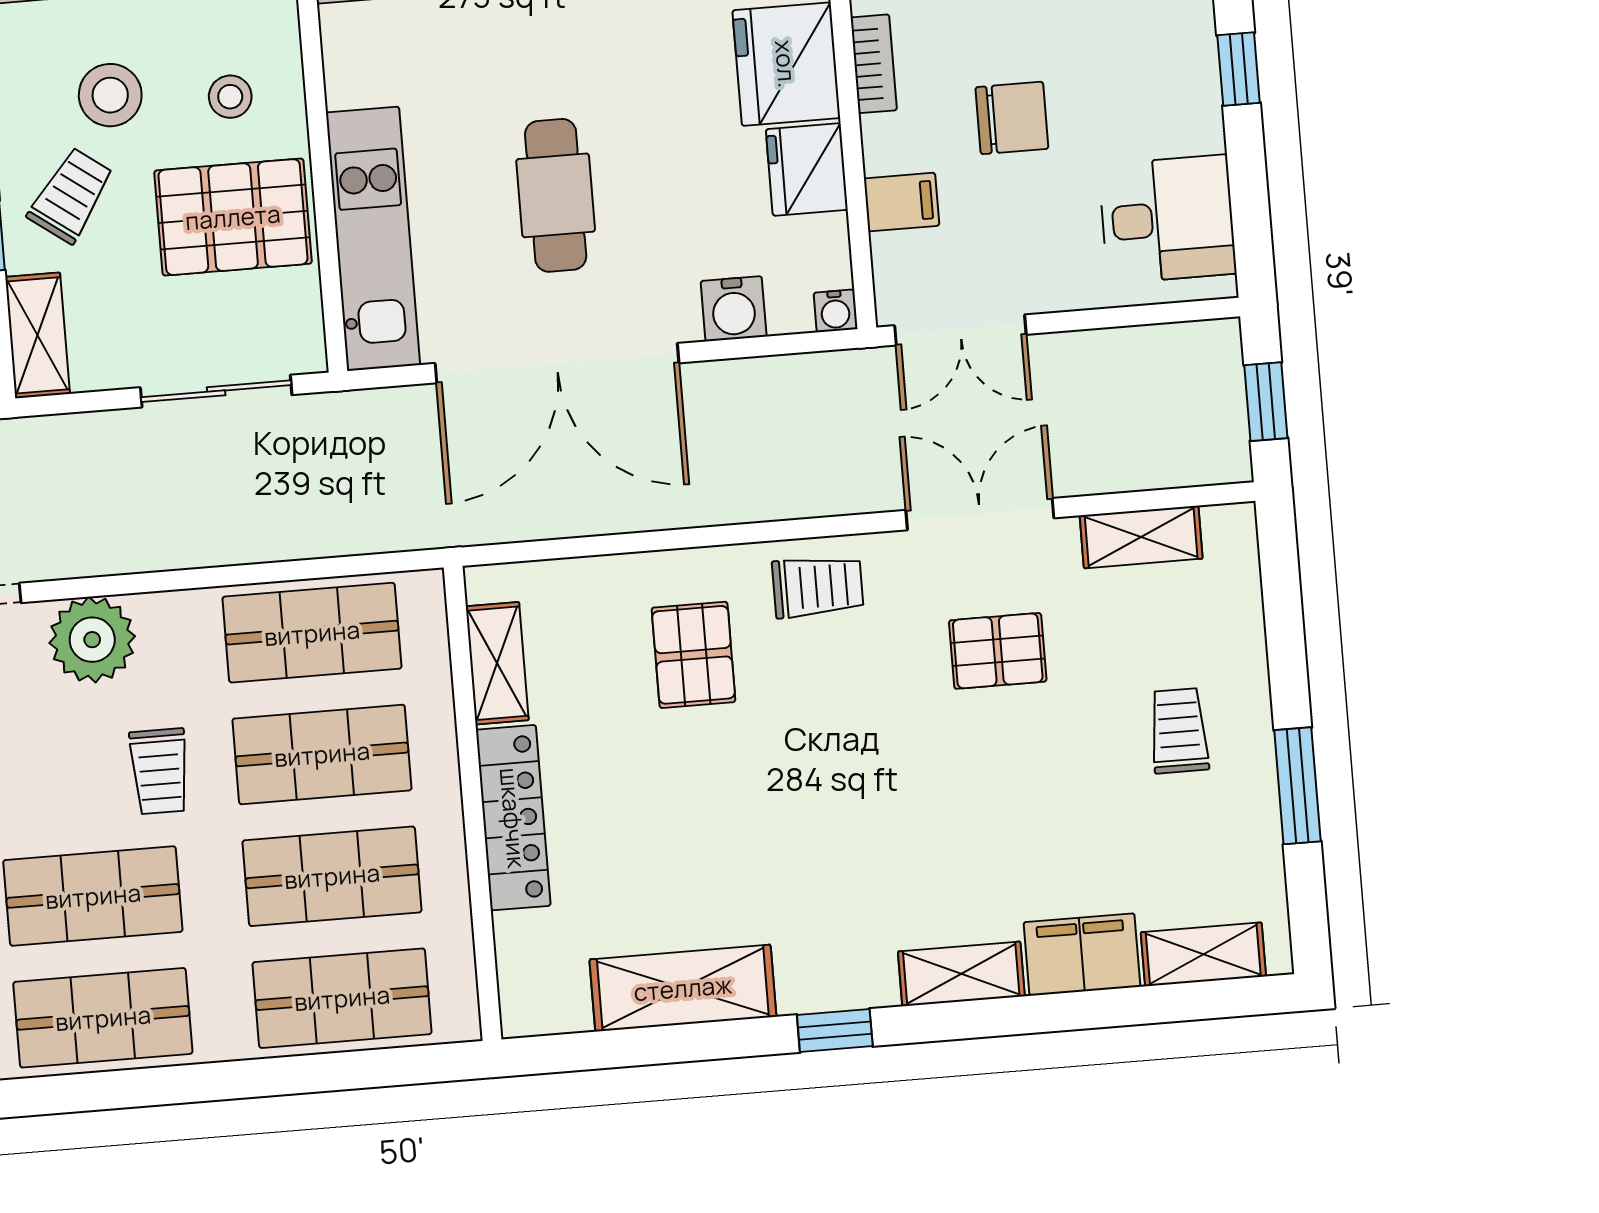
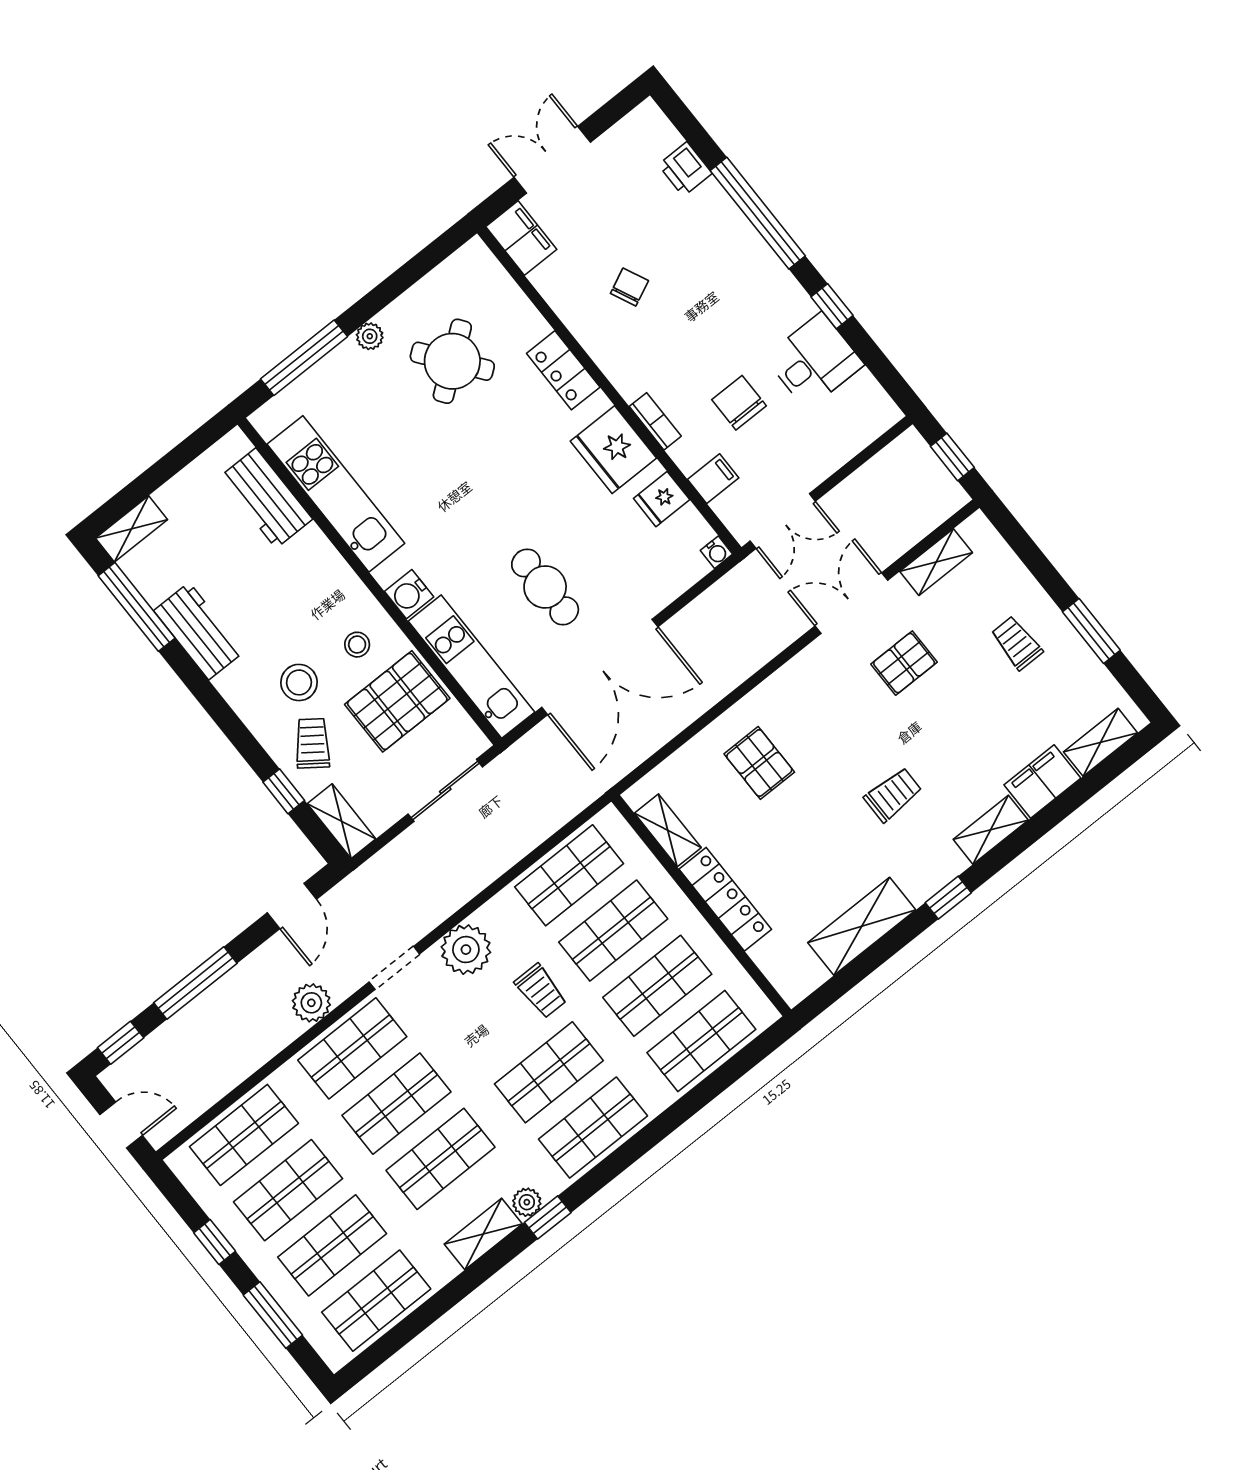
chair: (1012, 118) -> (739, 403), turned -90
fridge: (807, 169) -> (662, 499), width x0.72
desk: (1167, 219) -> (814, 361), moved
water cooler: (734, 309) -> (409, 594), moved, turned 90
trolley: (818, 587) -> (893, 795), moved

